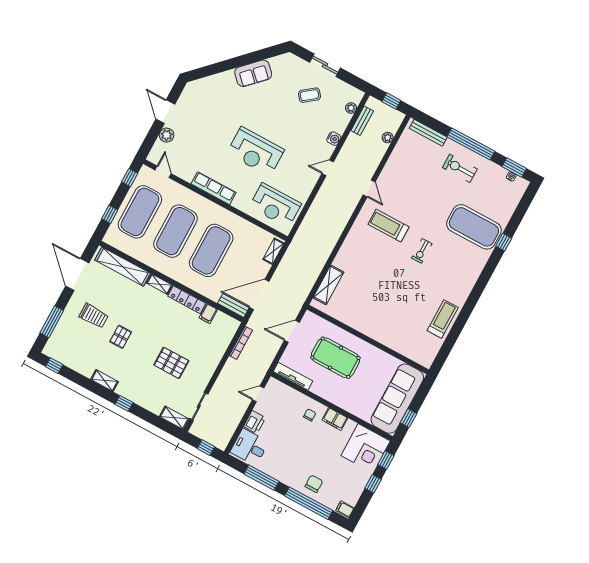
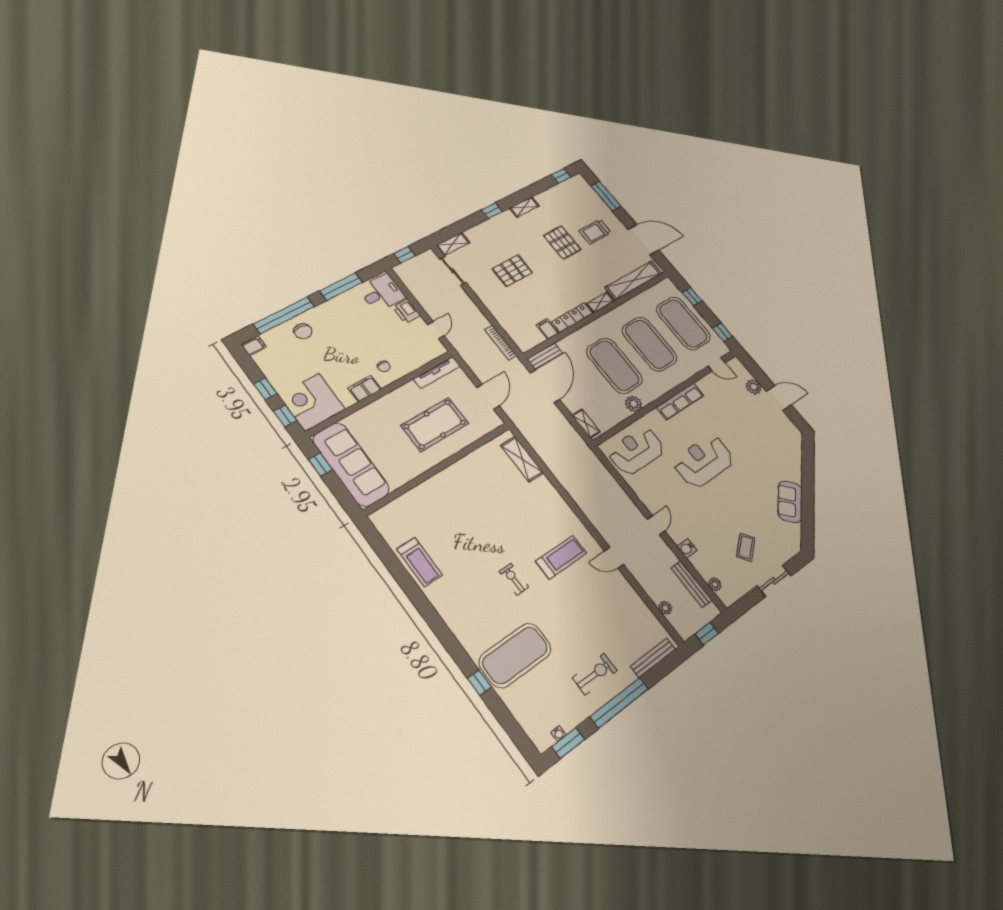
bench: (362, 121) -> (692, 584), width x1.36
plant: (236, 223) -> (634, 404), added
pallet: (121, 337) -> (562, 242), width x1.50, depth x1.42

